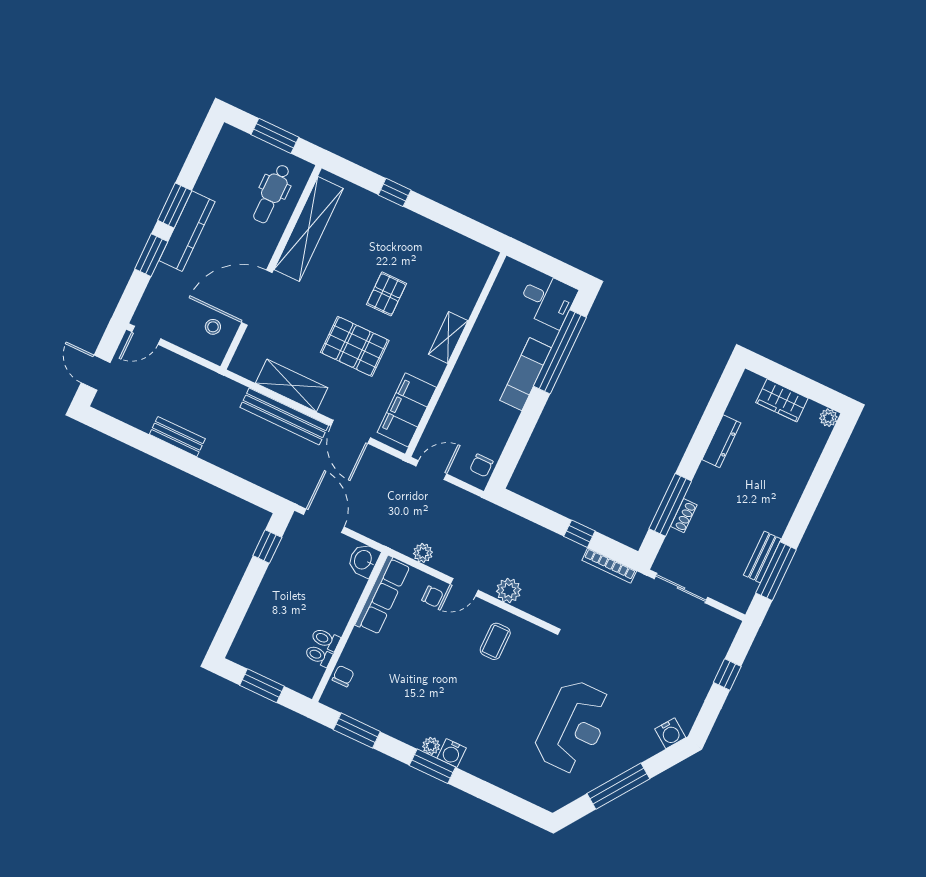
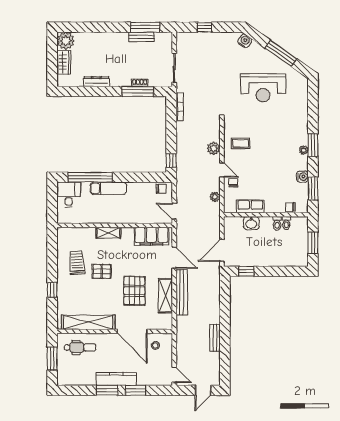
trolley: (422, 258) -> (77, 263), added
pallet: (355, 346) -> (134, 291), moved
plant: (828, 418) -> (66, 41), width x1.88, depth x1.88
door: (351, 432) -> (174, 258), hinge flipped
window: (579, 534) -> (171, 160), moved
washbasin: (364, 560) -> (251, 223), moved
row of seats: (383, 595) -> (250, 206), width x0.68
reception desk: (573, 727) -> (263, 88), turned 180
water cooler: (452, 753) -> (302, 177), moved

